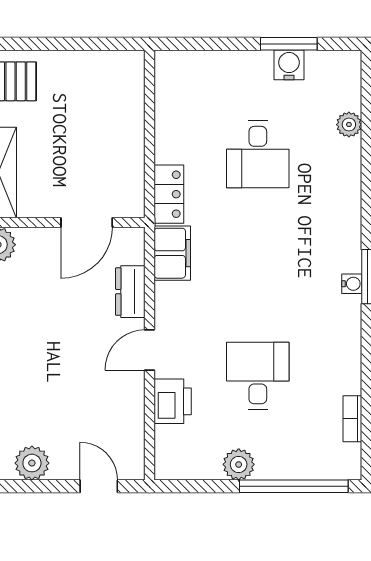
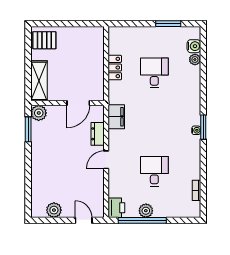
water cooler: (289, 65) -> (194, 46), moved, turned 90
desk: (258, 154) -> (154, 73), turned 180
locker: (169, 194) -> (115, 68), moved
printer: (173, 401) -> (116, 208), moved
window: (294, 486) -> (142, 220), moved

